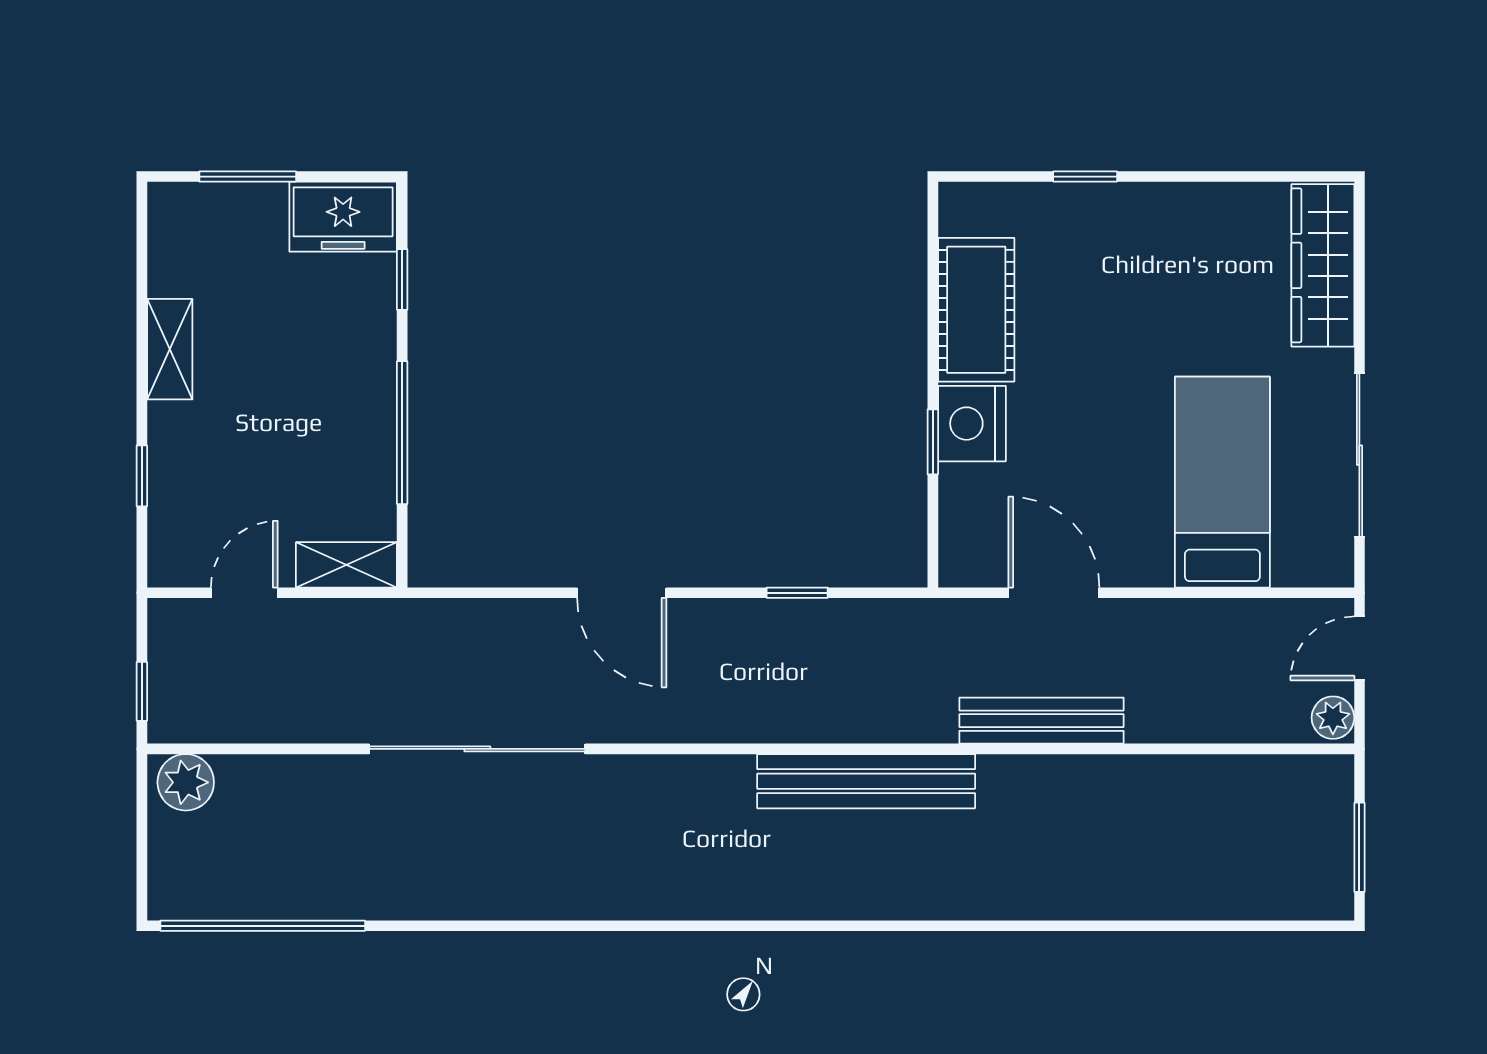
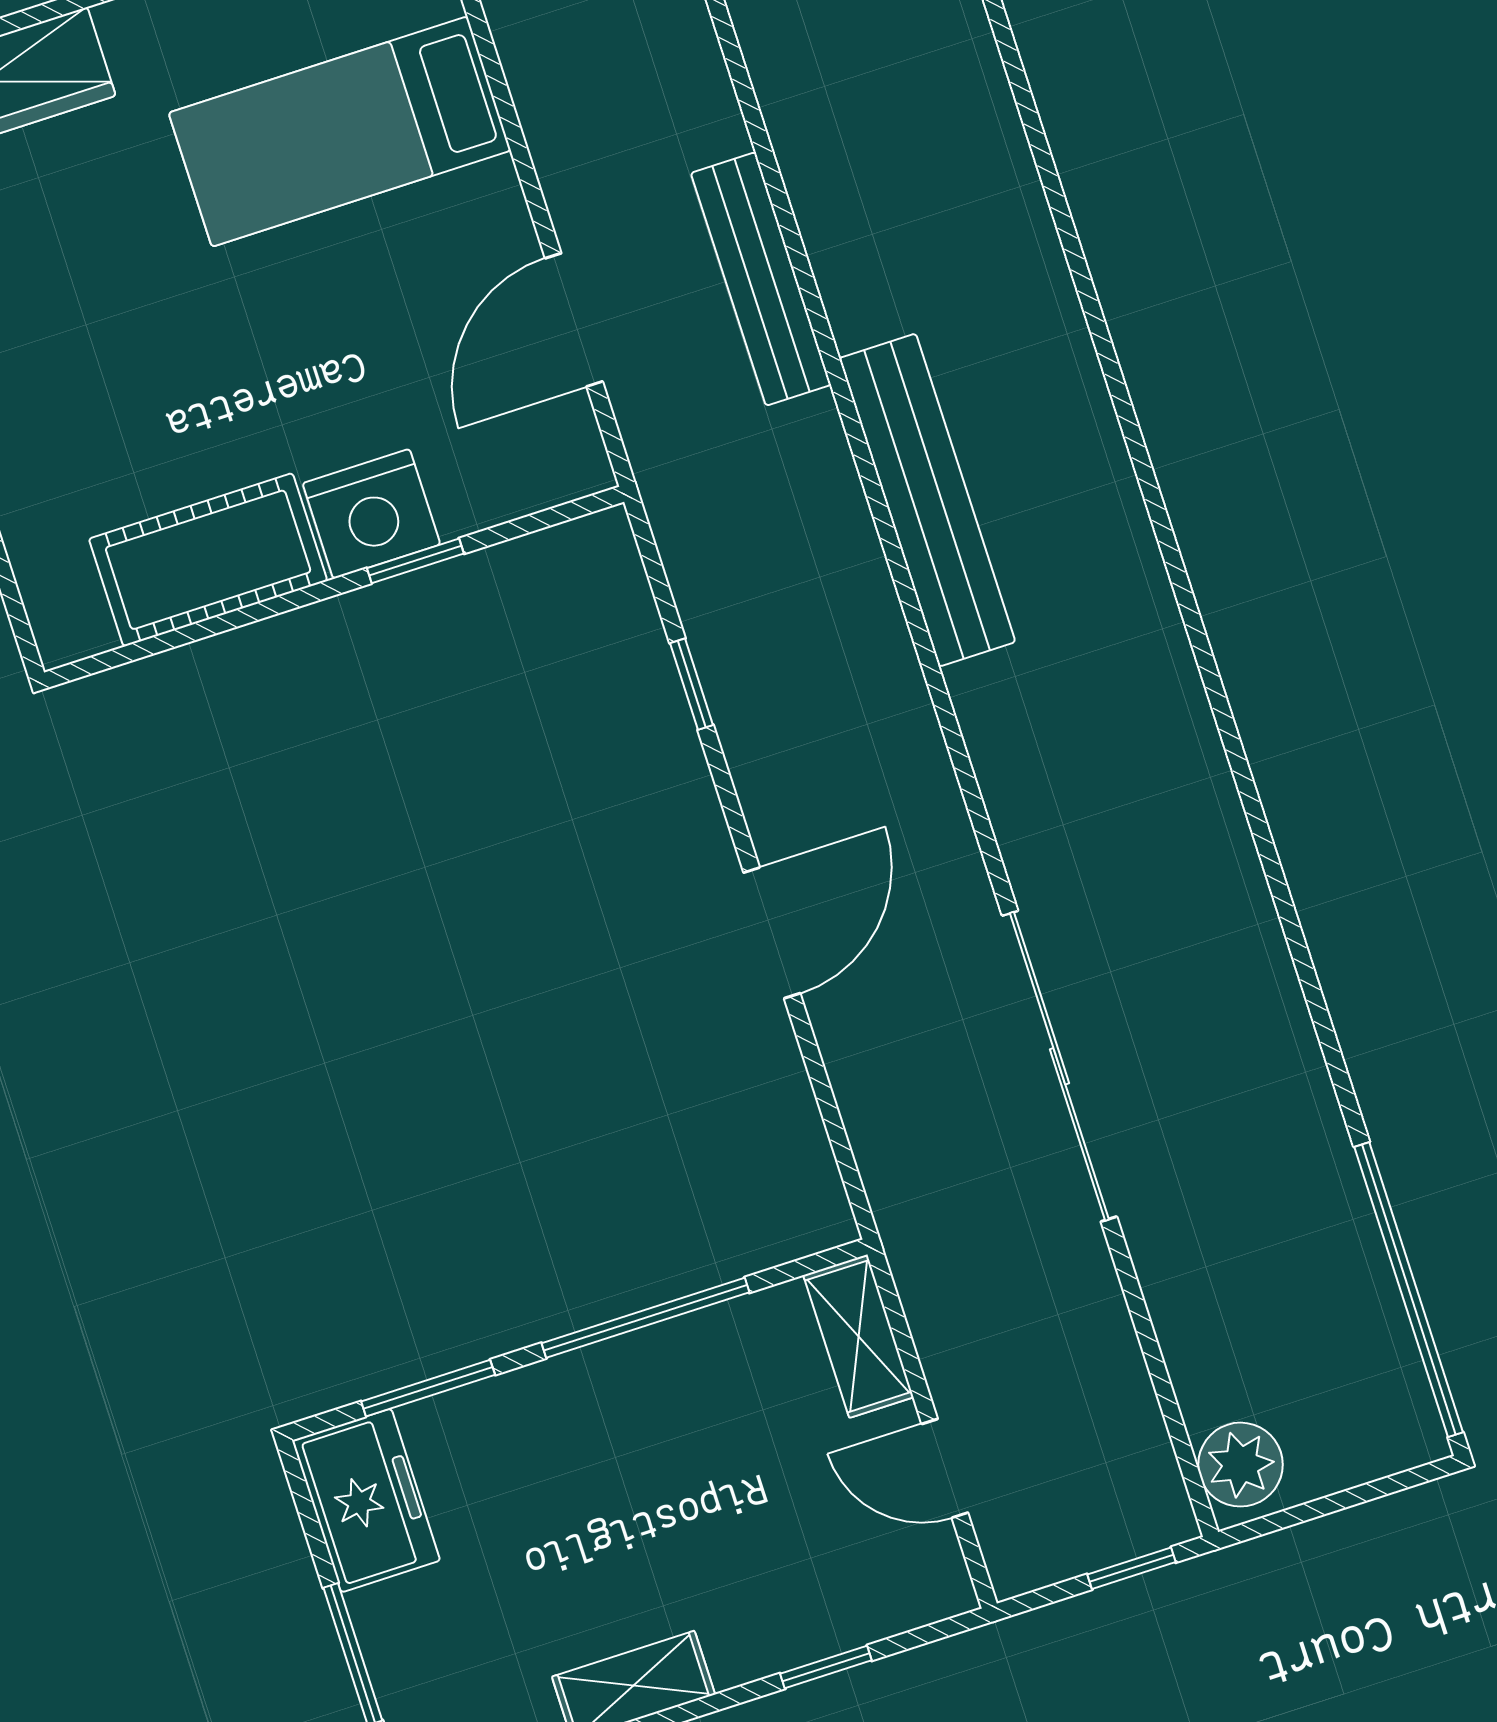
window: (402, 279) -> (428, 1388), width x1.50

